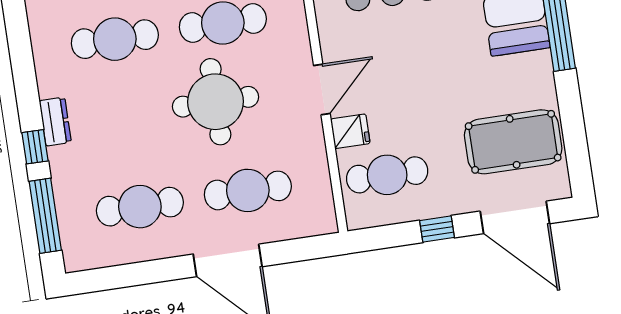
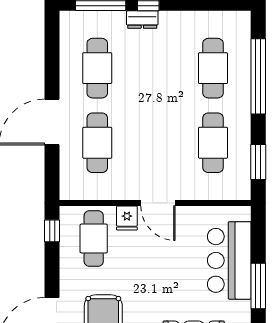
round table: (215, 102) -> (161, 130), removed
dresser: (55, 122) -> (142, 20), moved
window: (437, 229) -> (52, 231), moved

